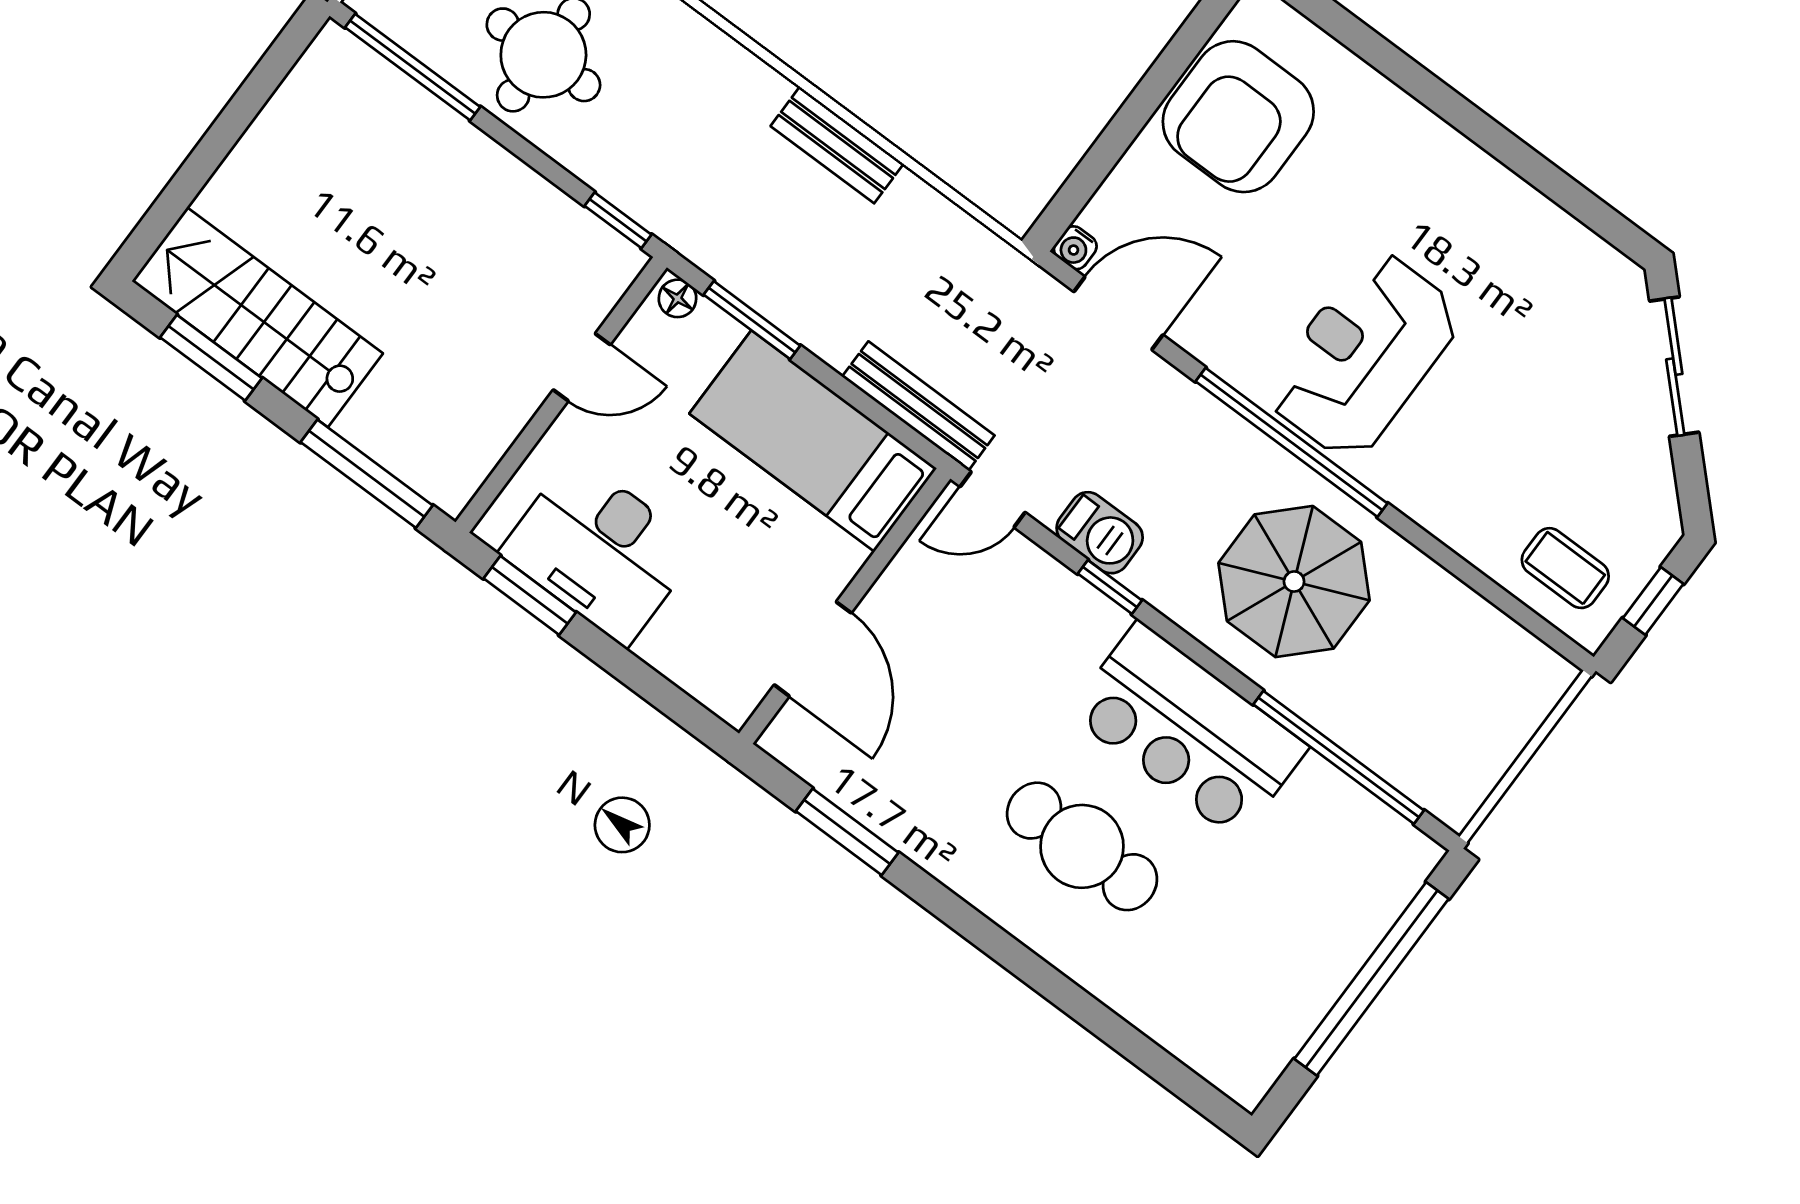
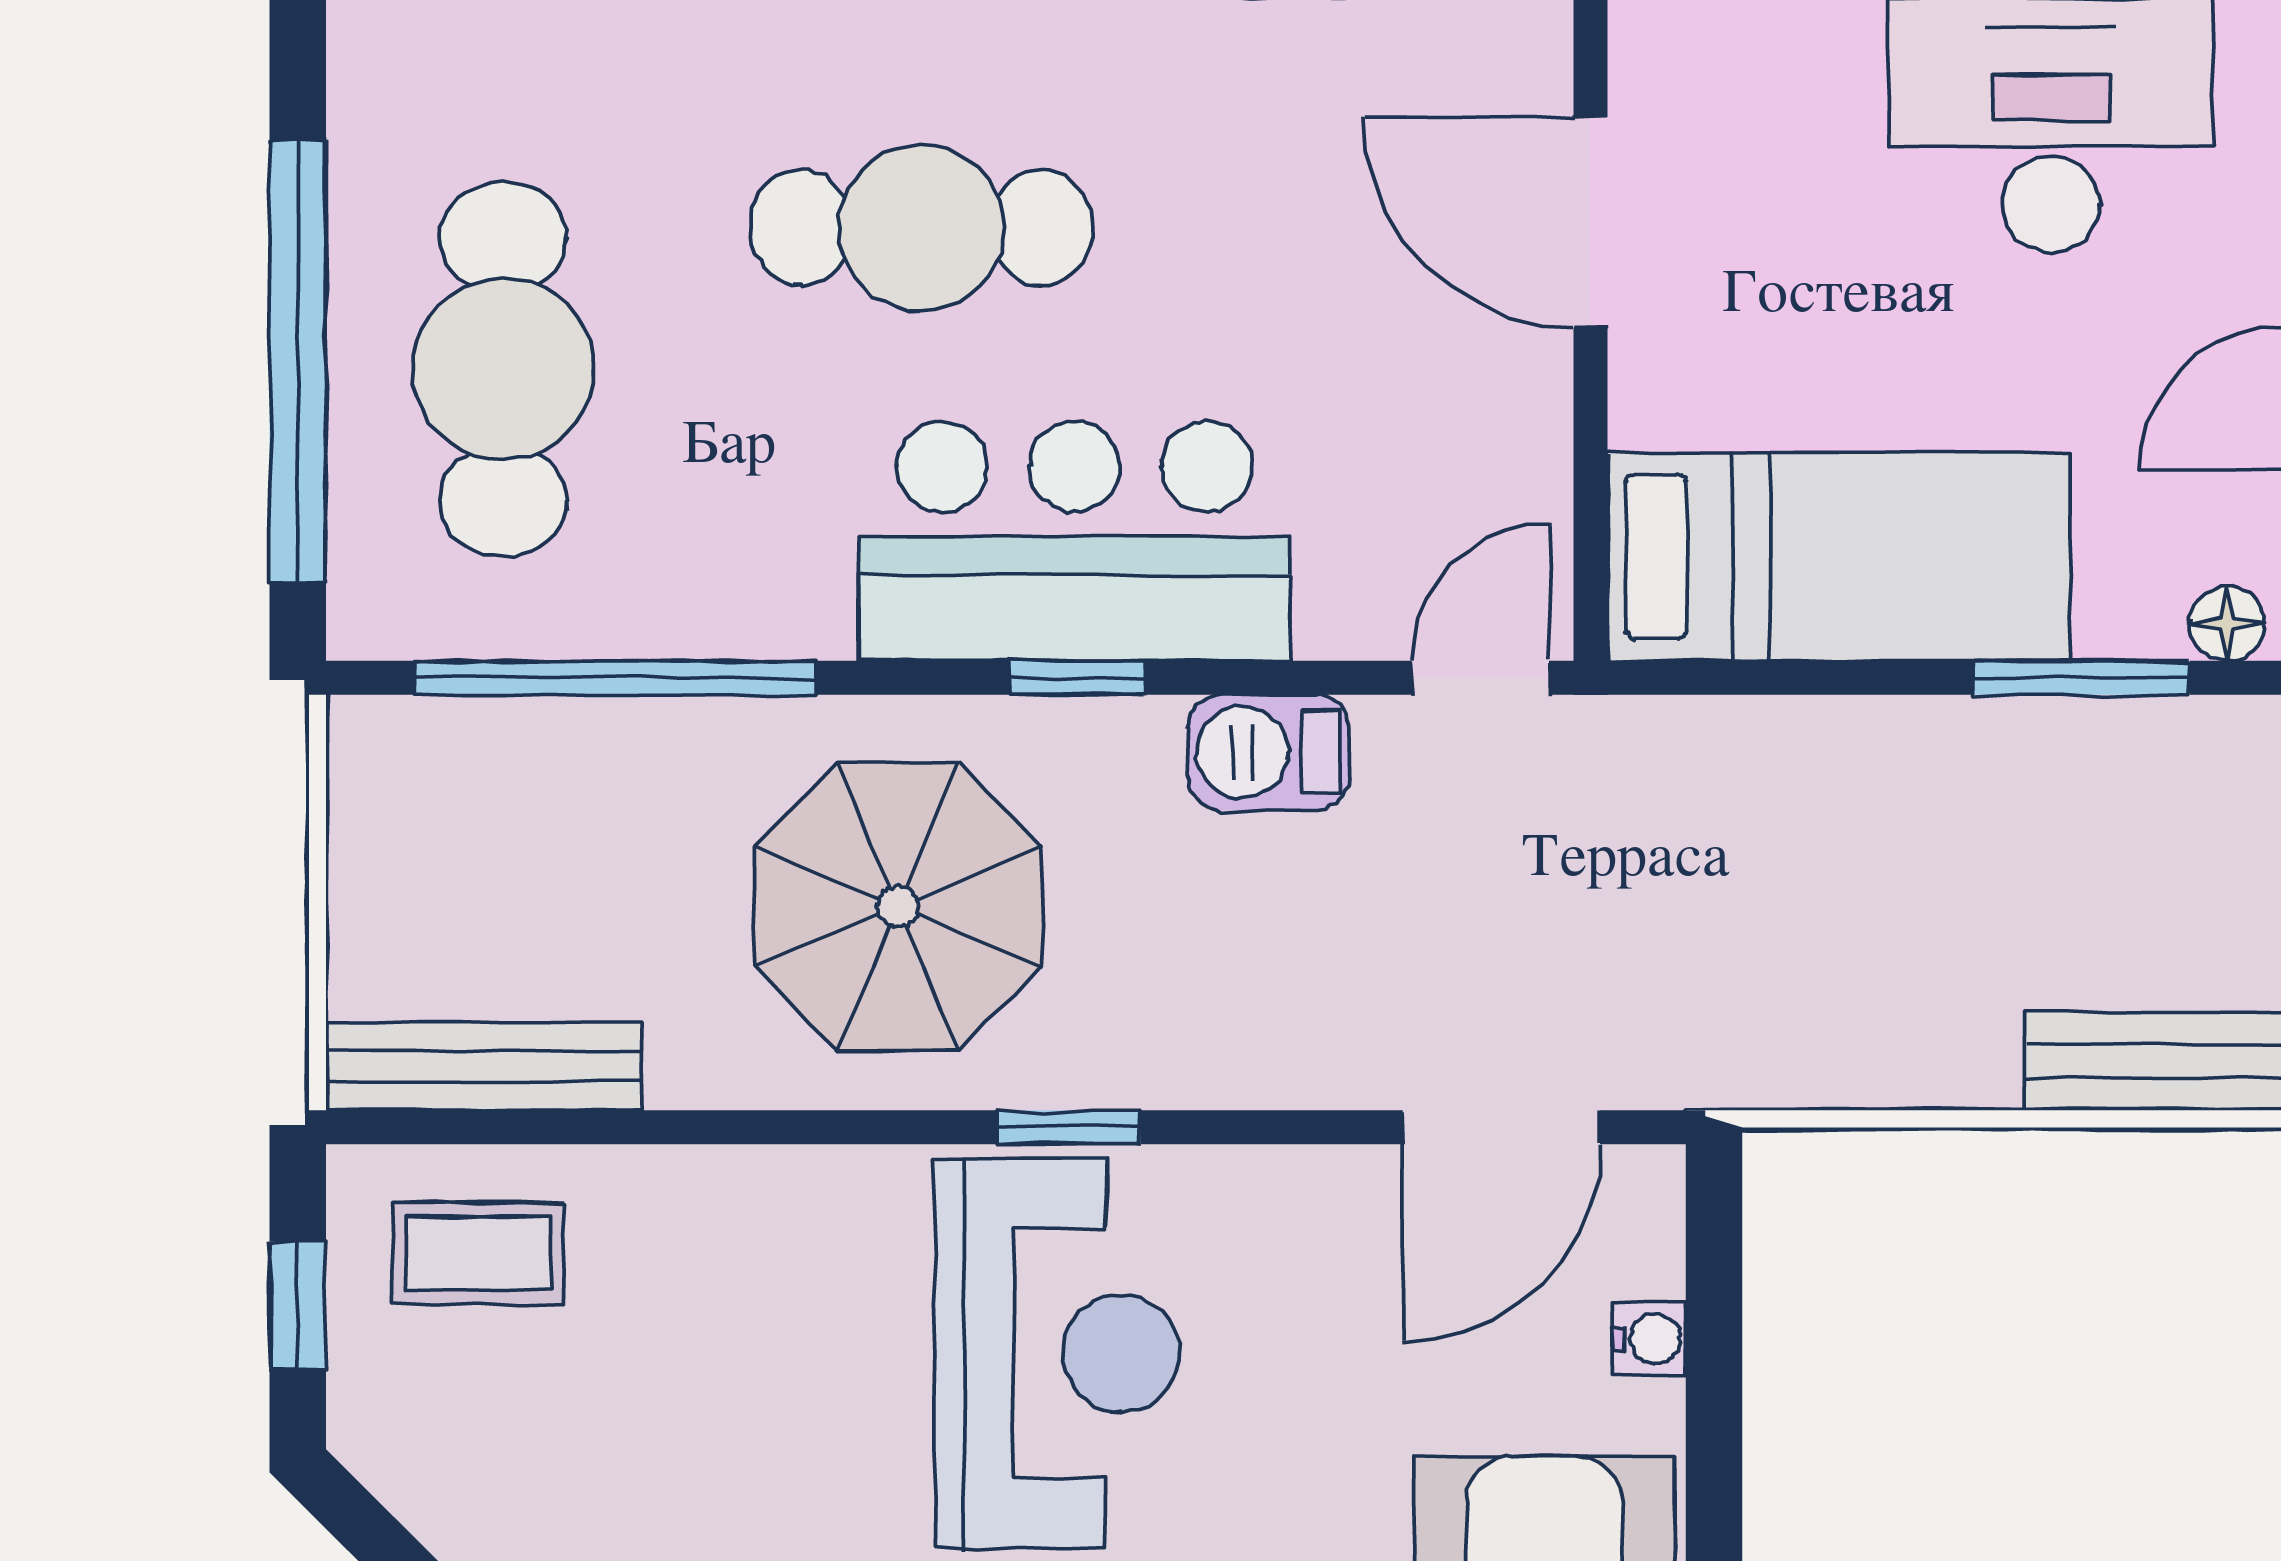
water cooler: (1075, 248) -> (1649, 1339), moved, turned 90
bench: (918, 406) -> (484, 1066), moved
window: (1292, 442) -> (1069, 1127), width x0.32
window: (1110, 587) -> (1077, 678), moved
bar counter: (1188, 730) -> (1075, 541), moved
cafe table: (1292, 914) -> (503, 369), added

